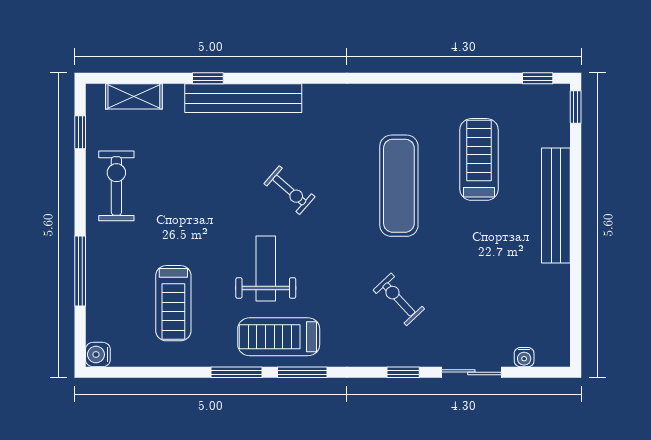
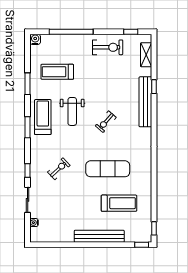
weight bench: (266, 268) -> (72, 111), turned 90
window: (80, 271) -> (71, 32), width x1.46
window: (236, 372) -> (28, 84), moved

